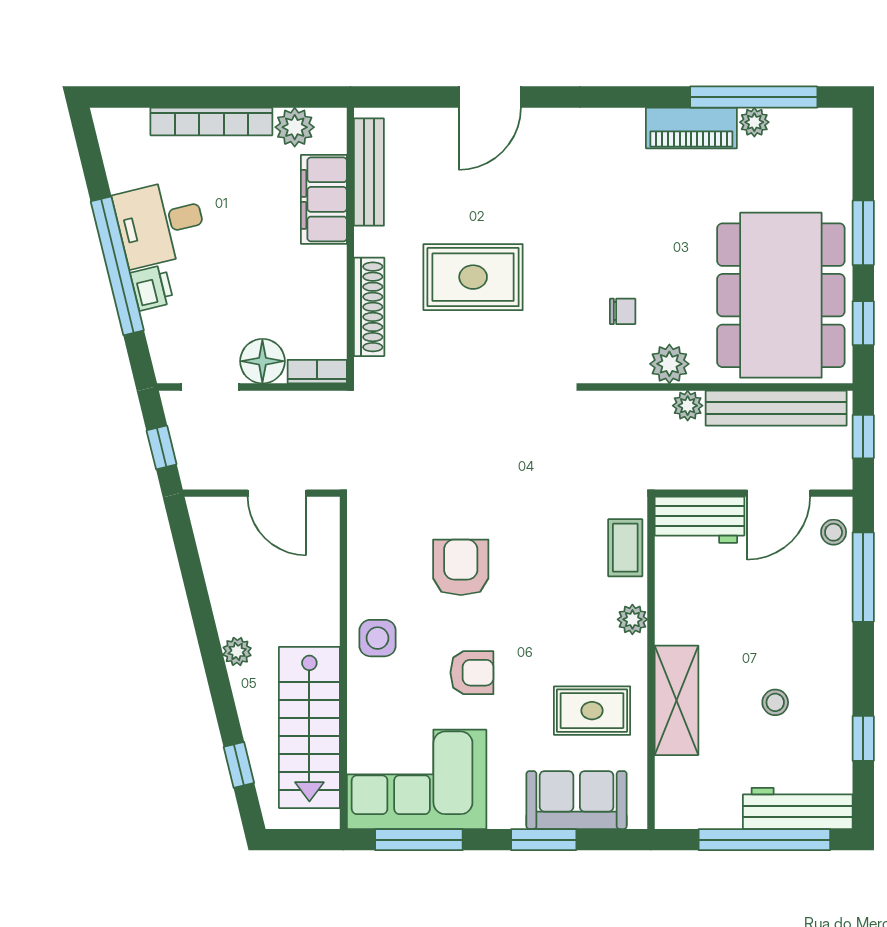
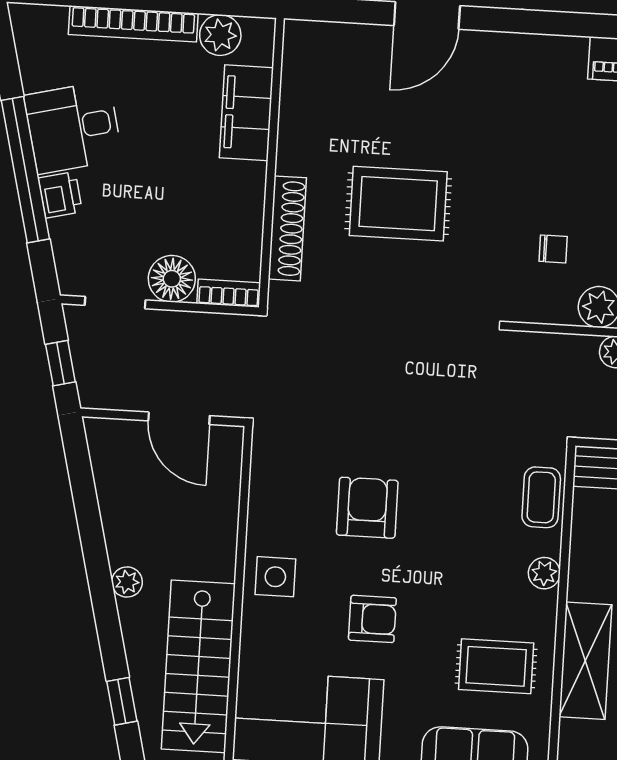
bench: (369, 172) -> (295, 87), removed

